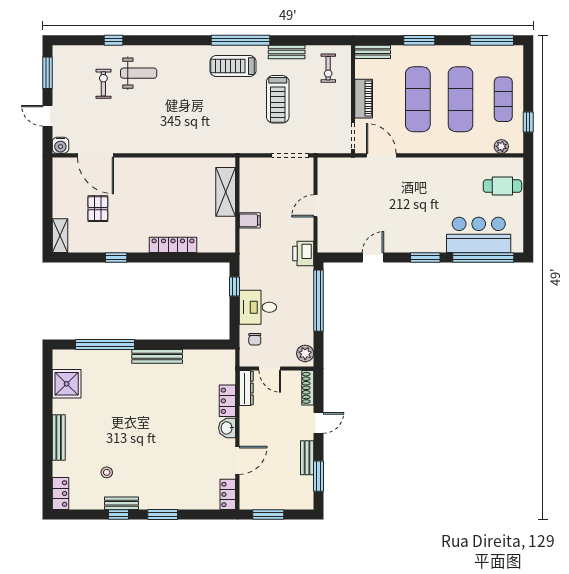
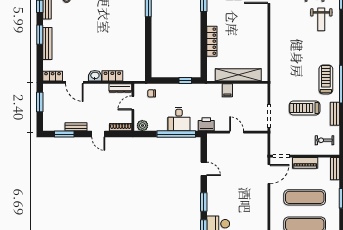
shelving: (226, 192) -> (238, 75), width x1.47
desk: (258, 307) -> (179, 119), moved, turned 180
bench: (157, 356) -> (47, 43), moved

